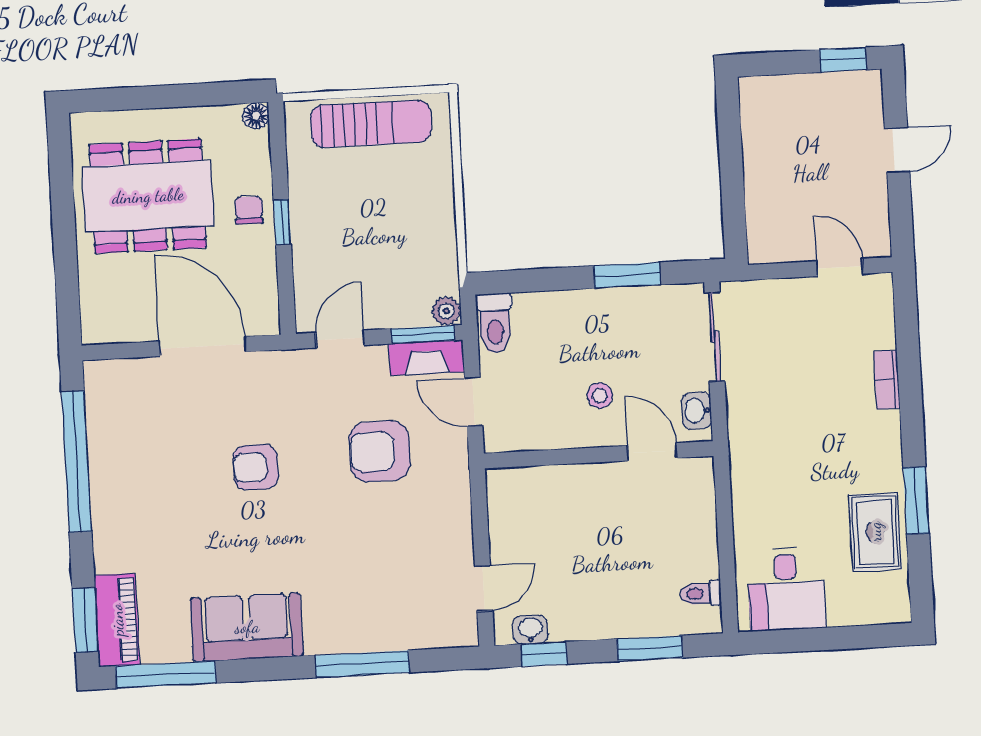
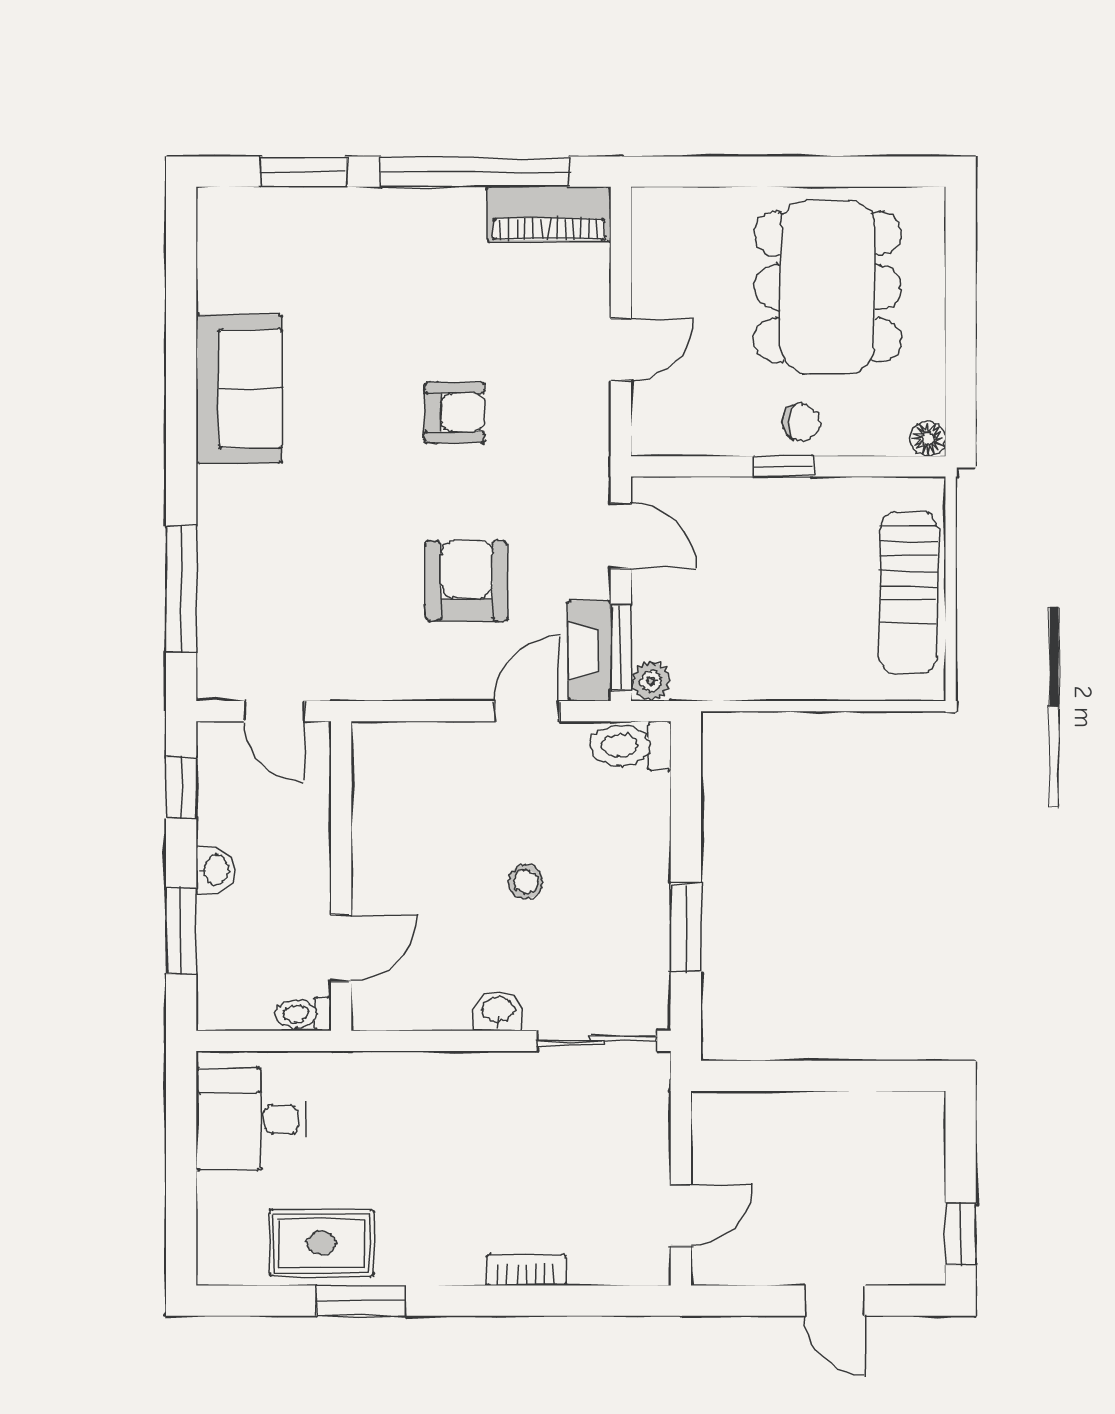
door: (202, 346) -> (621, 350), width x0.53
door: (652, 452) -> (341, 948), moved
wall: (599, 455) -> (341, 876), moved
armchair: (256, 467) -> (454, 412), turned 90
toilet: (701, 593) -> (303, 1014), moved, turned -90
window: (85, 620) -> (303, 172), moved
piano: (117, 620) -> (549, 214), moved
washbasin: (530, 630) -> (215, 870), moved
window: (362, 664) -> (181, 589), moved
window: (166, 675) -> (181, 276), removed

